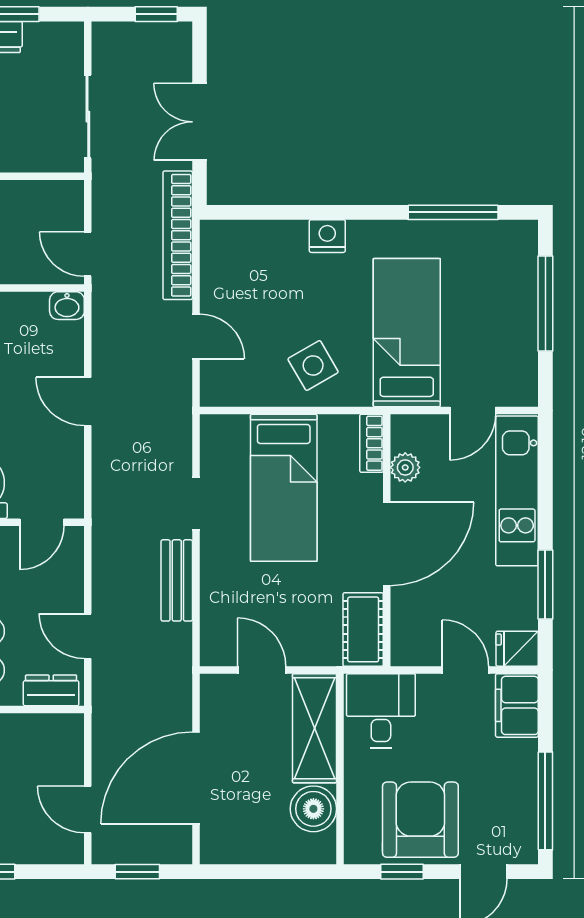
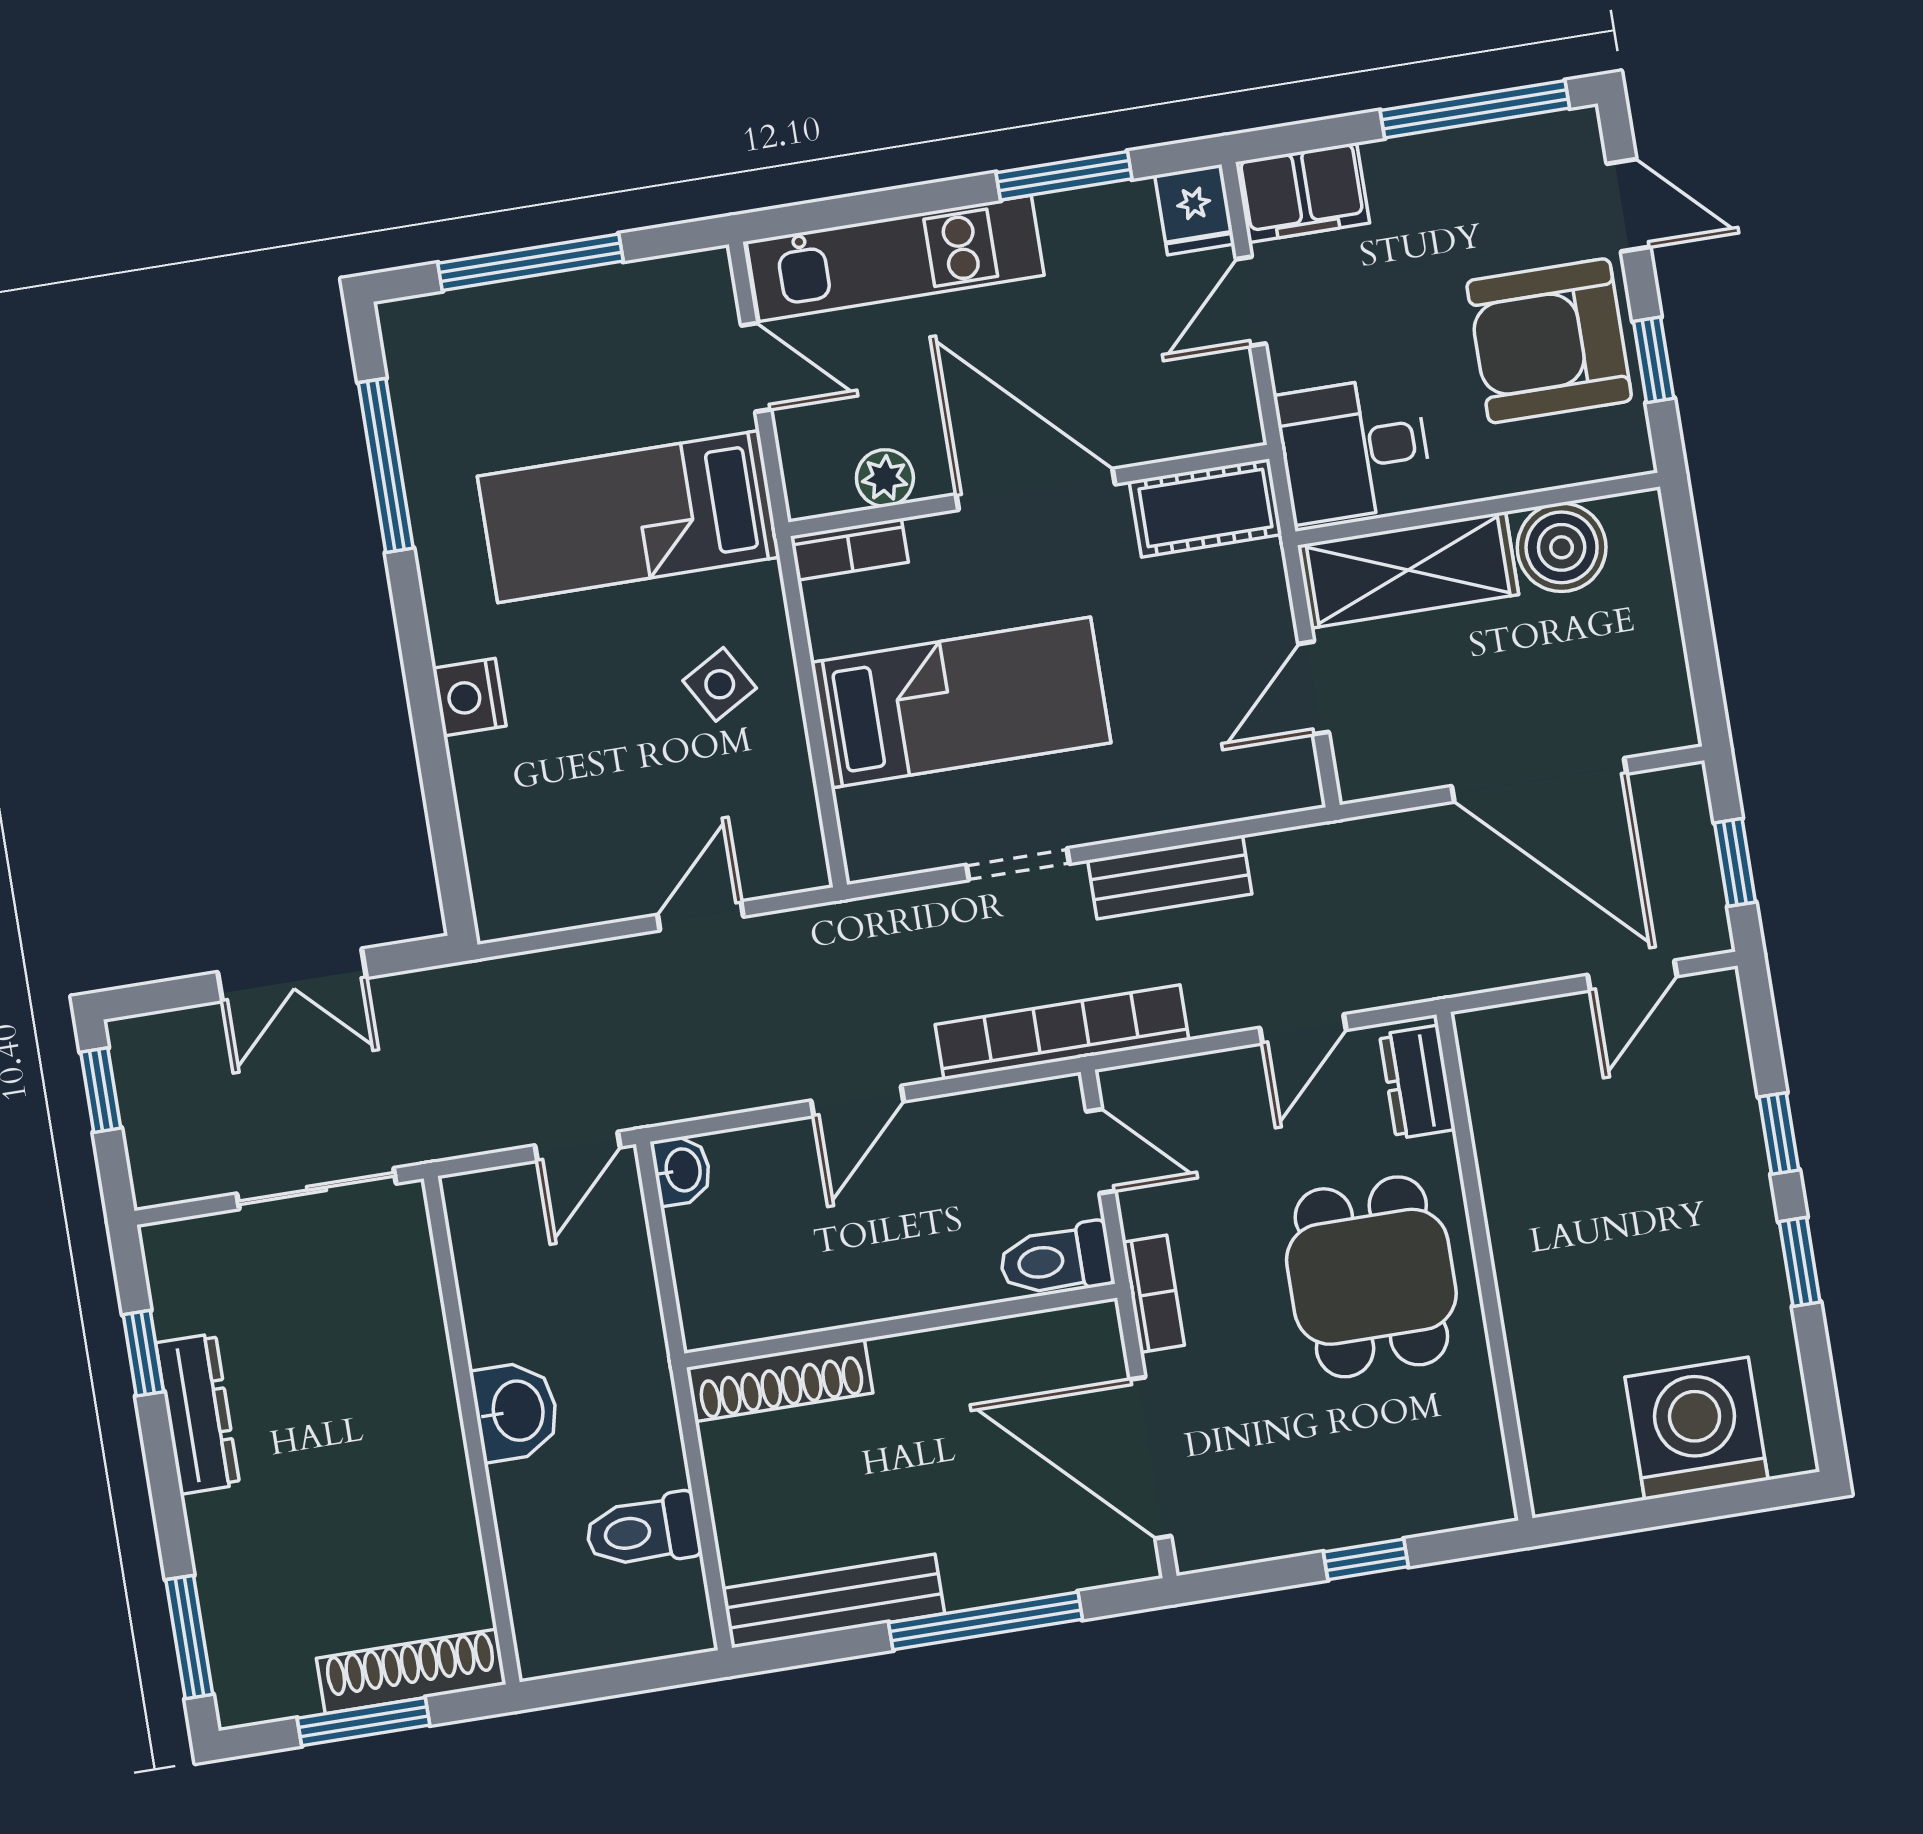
bookcase: (178, 235) -> (1062, 1032), moved, turned 180
side table: (313, 366) -> (720, 684), width x0.73, depth x0.73

